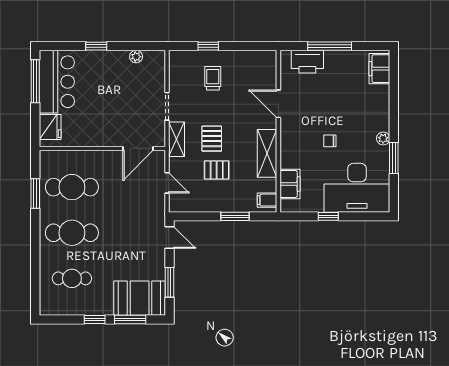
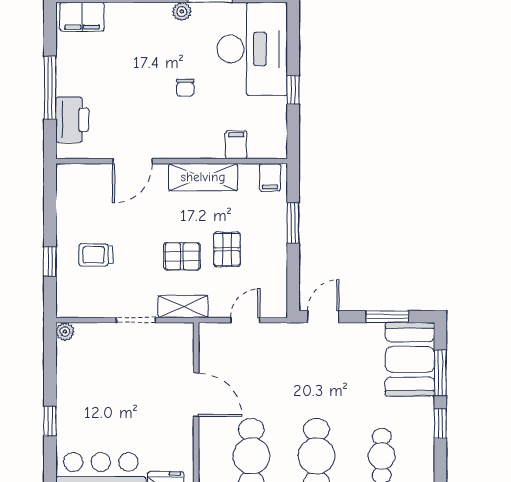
plant: (136, 57) -> (65, 332), moved
door: (138, 148) -> (196, 395), moved
filing cabinet: (290, 184) -> (236, 145), width x0.50

